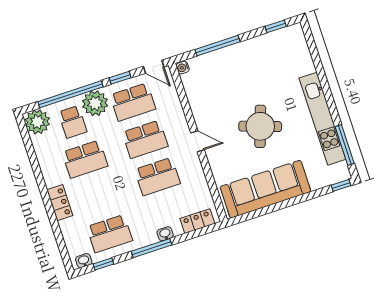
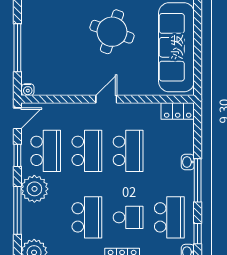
window: (71, 94) -> (17, 210), width x0.68
school desk: (73, 122) -> (128, 217), moved
locker: (197, 221) -> (178, 111), moved, turned -90

